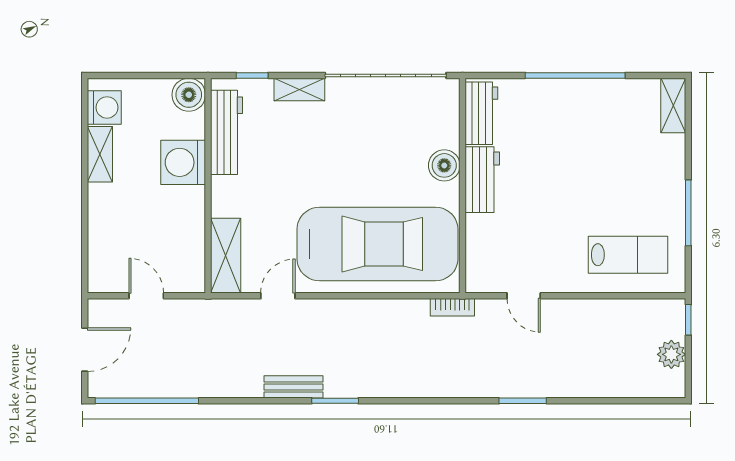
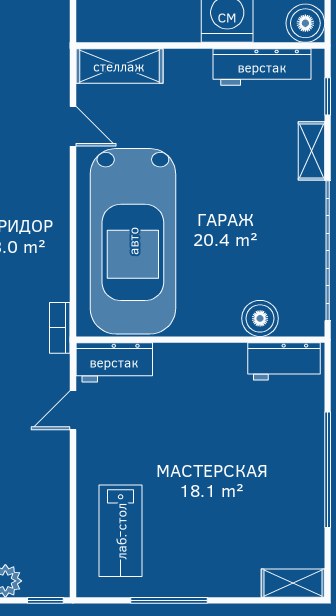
boiler: (444, 165) -> (260, 318), moved
workbench: (482, 180) -> (114, 362), moved

